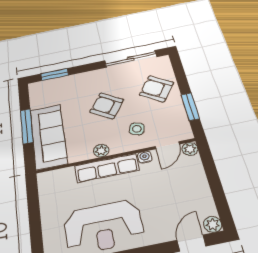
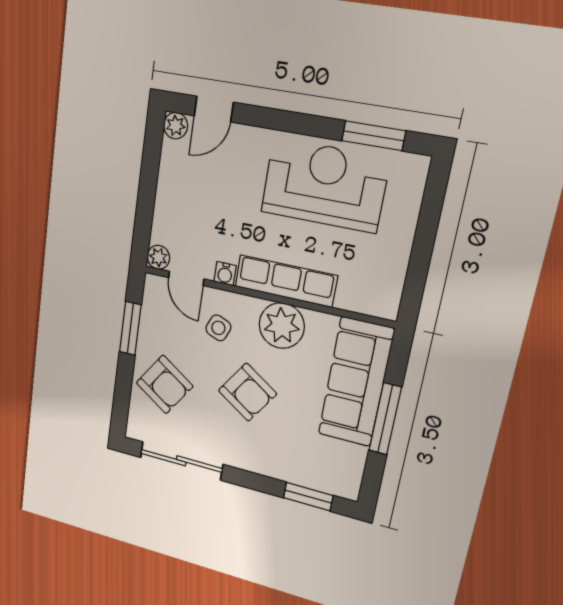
door: (167, 145) -> (186, 278), swing flipped
plant: (101, 151) -> (282, 326), width x1.87, depth x1.87

